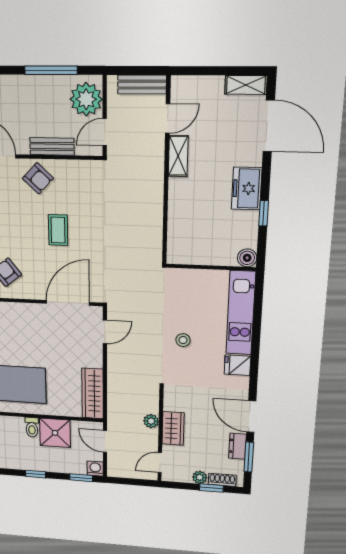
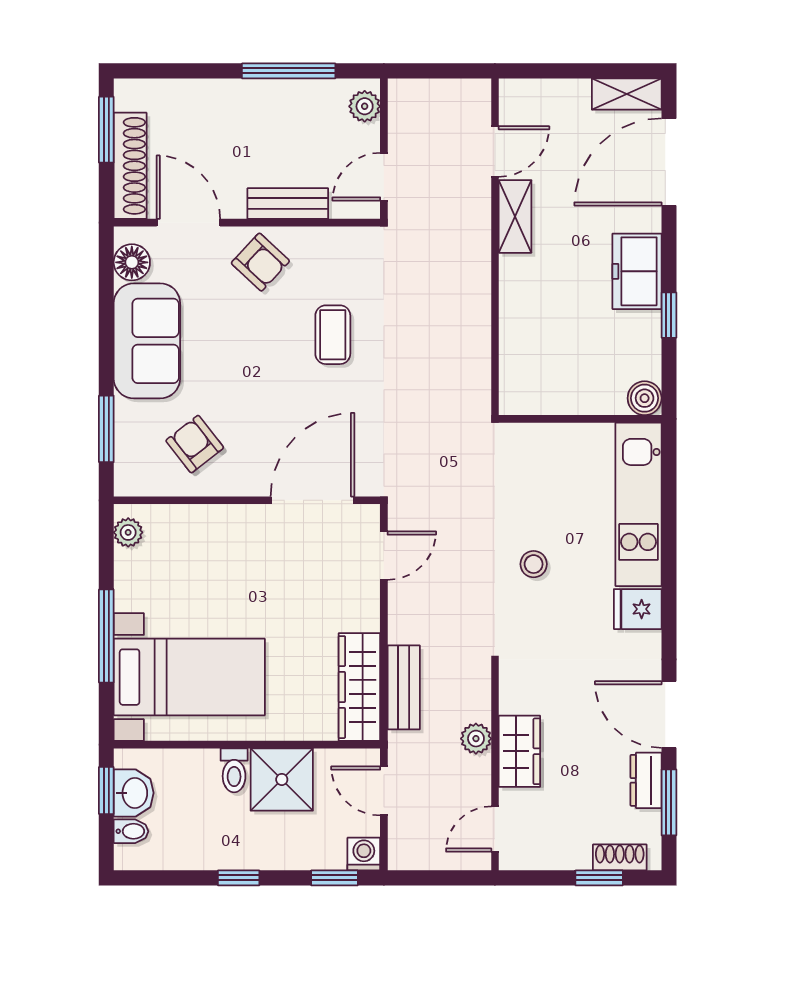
bench: (142, 85) -> (404, 687), moved, turned 90
plant: (86, 99) -> (365, 106), width x0.53, depth x0.53
door: (269, 126) -> (669, 162), swing flipped
coffee table: (58, 230) -> (333, 335), moved
plant: (200, 477) -> (575, 856), removed

